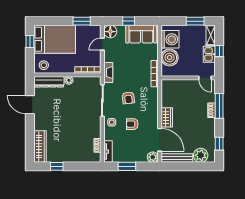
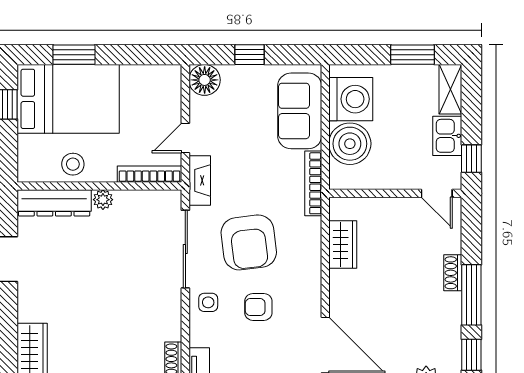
window: (82, 21) -> (74, 55), moved
sofa: (141, 34) -> (300, 111), moved, turned 90
door: (102, 44) -> (185, 138), moved
window: (219, 51) -> (471, 159), moved
stool: (44, 65) -> (73, 164), moved
armchair: (128, 98) -> (249, 242), width x1.88, depth x1.88
window: (219, 106) -> (471, 295), moved
wardrobe: (167, 117) -> (343, 244), moved

